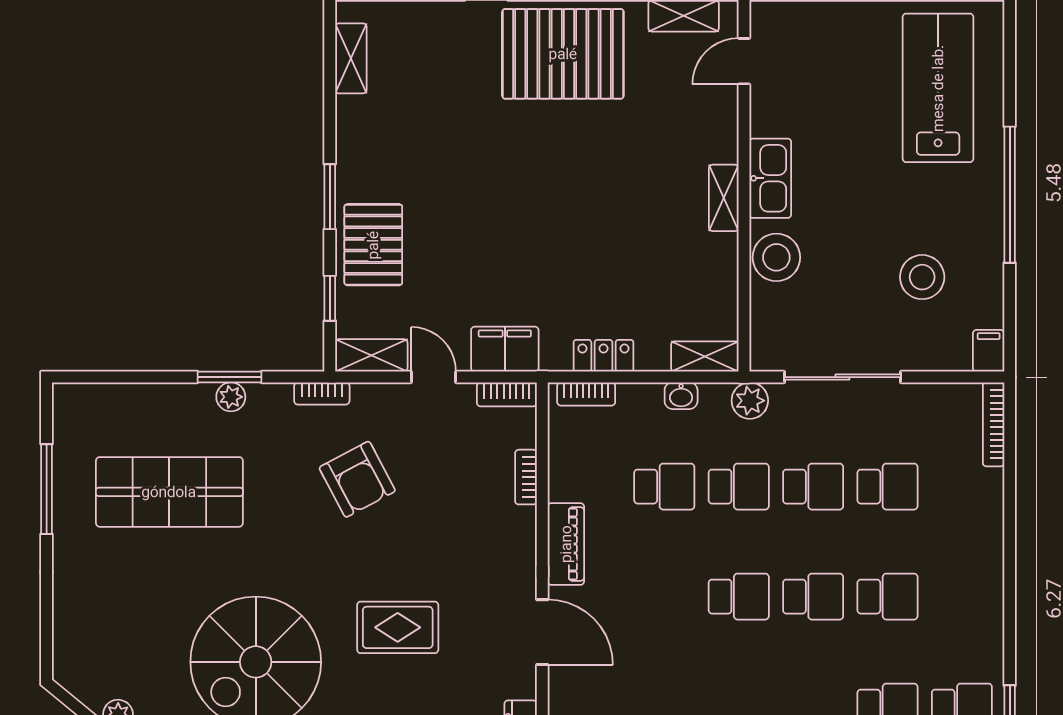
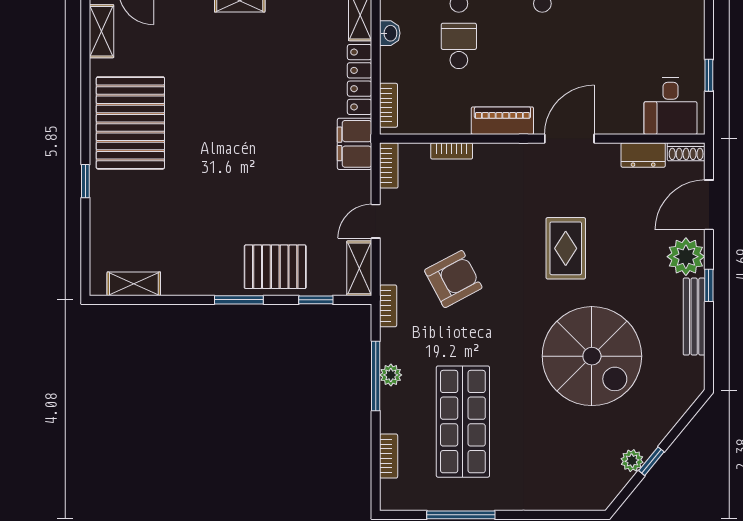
filing cabinet: (505, 349) -> (355, 144), moved
locker: (603, 356) -> (360, 80), width x1.53
window: (229, 377) -> (376, 376), width x1.44
bookcase: (124, 394) -> (389, 456), added

